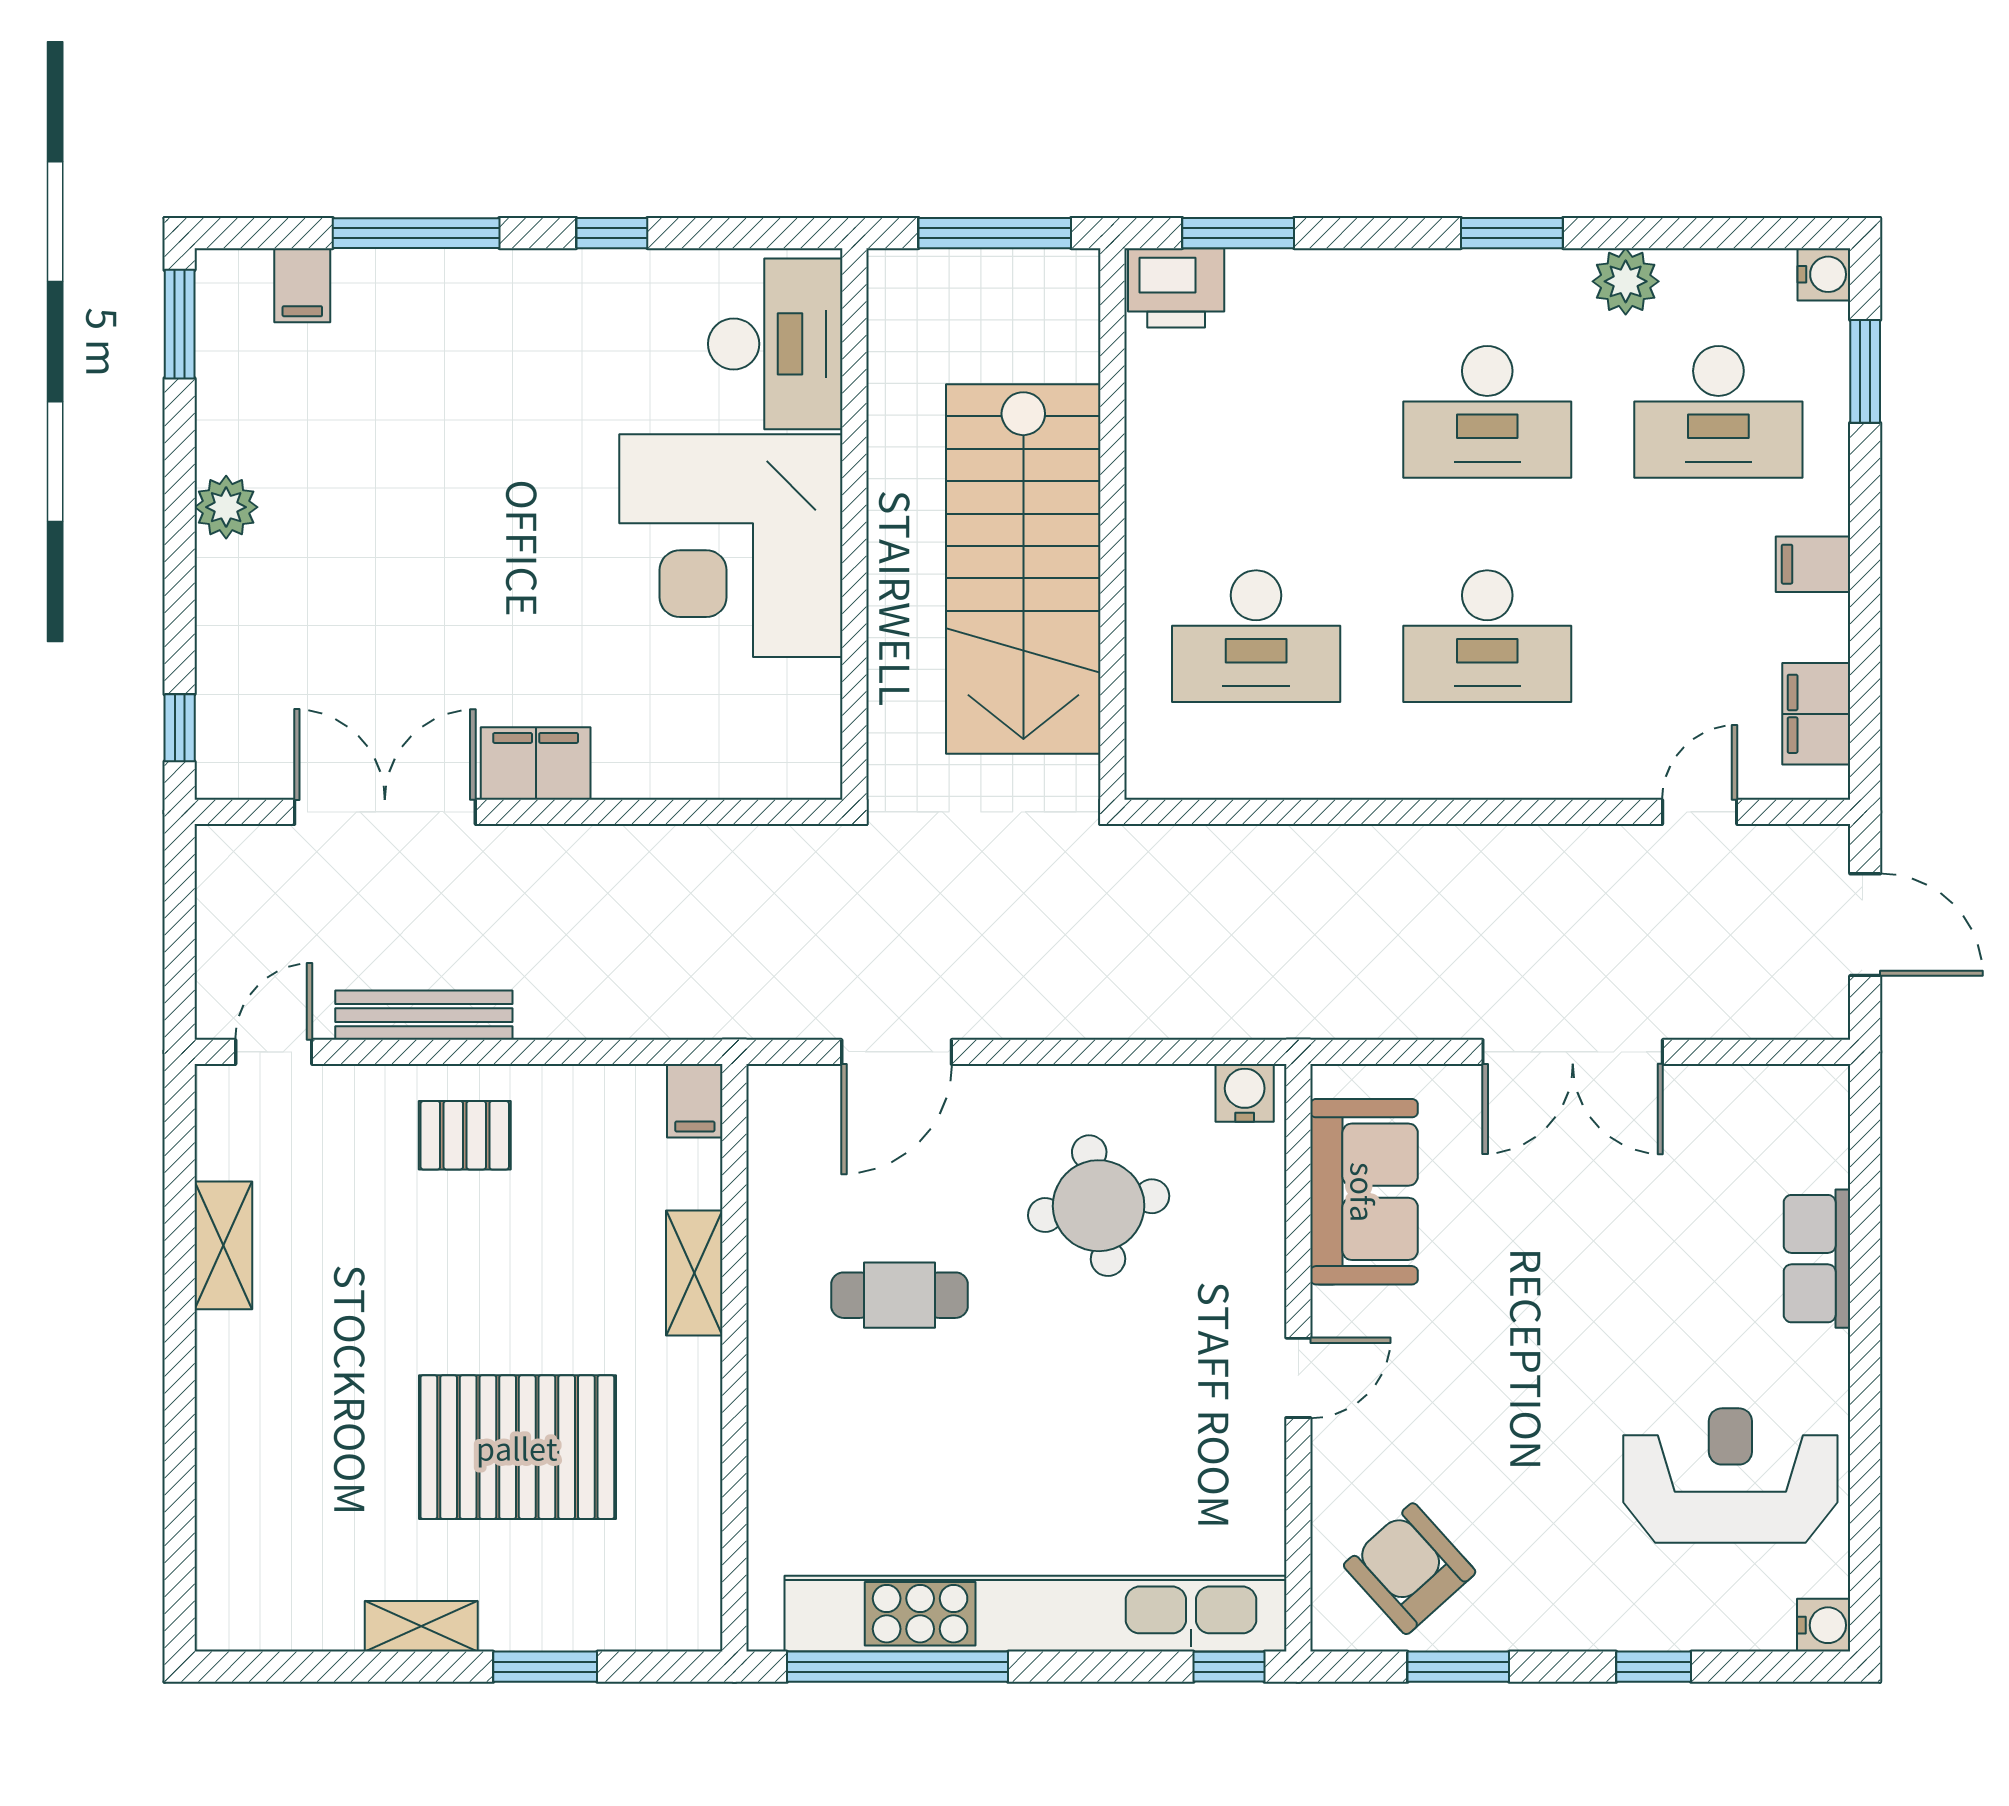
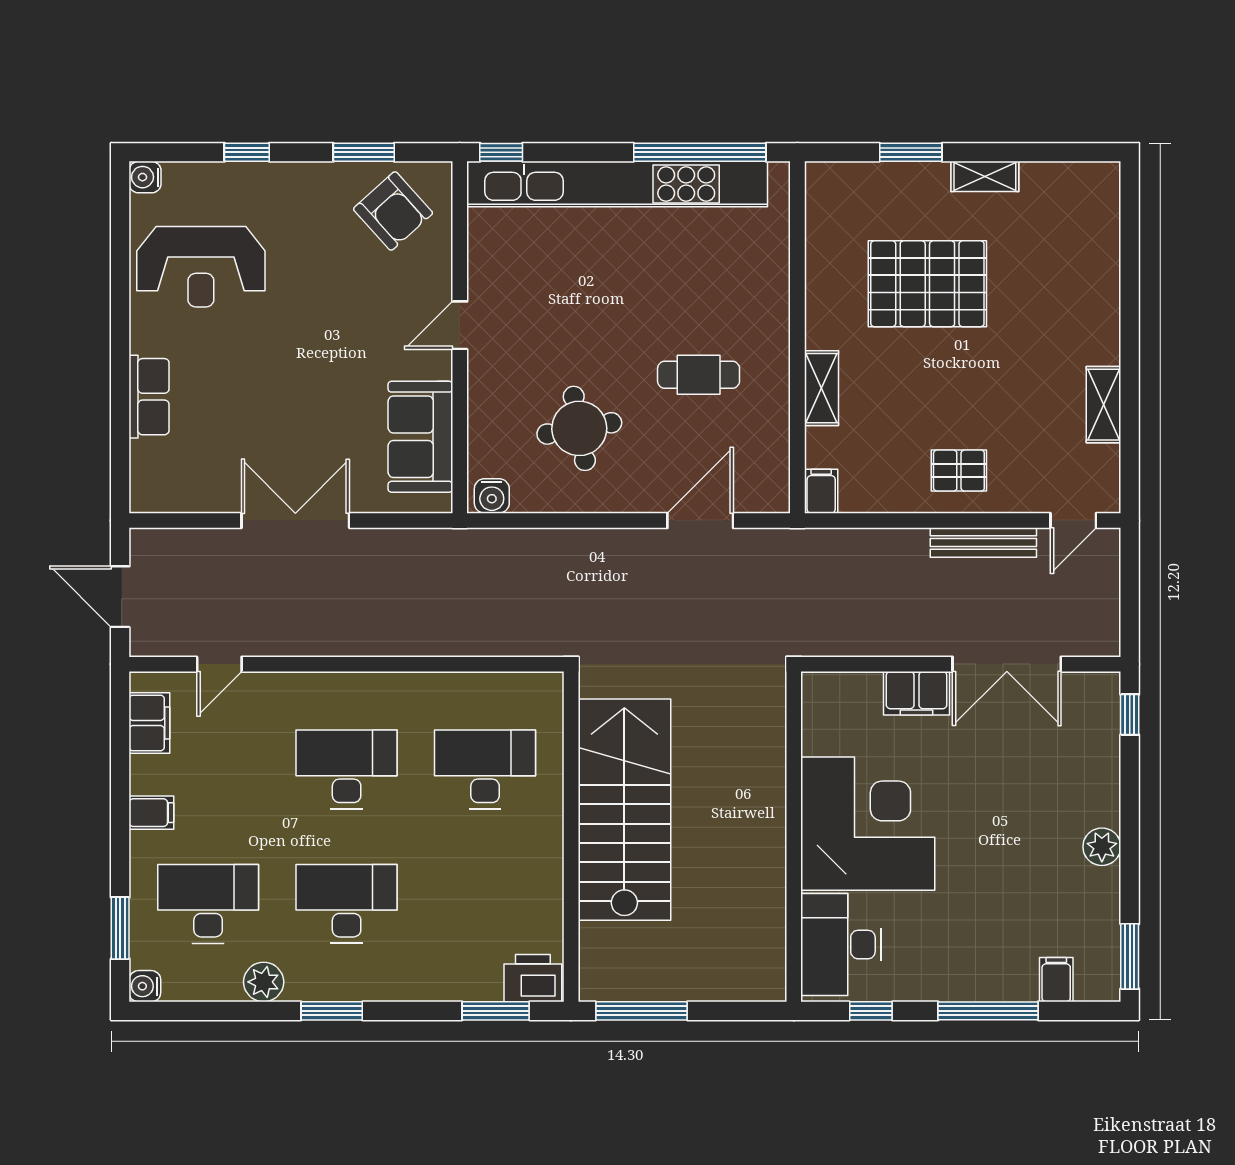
desk: (775, 344) -> (841, 945), moved
wall: (854, 524) -> (794, 837), moved
corner desk: (731, 546) -> (868, 824), moved

